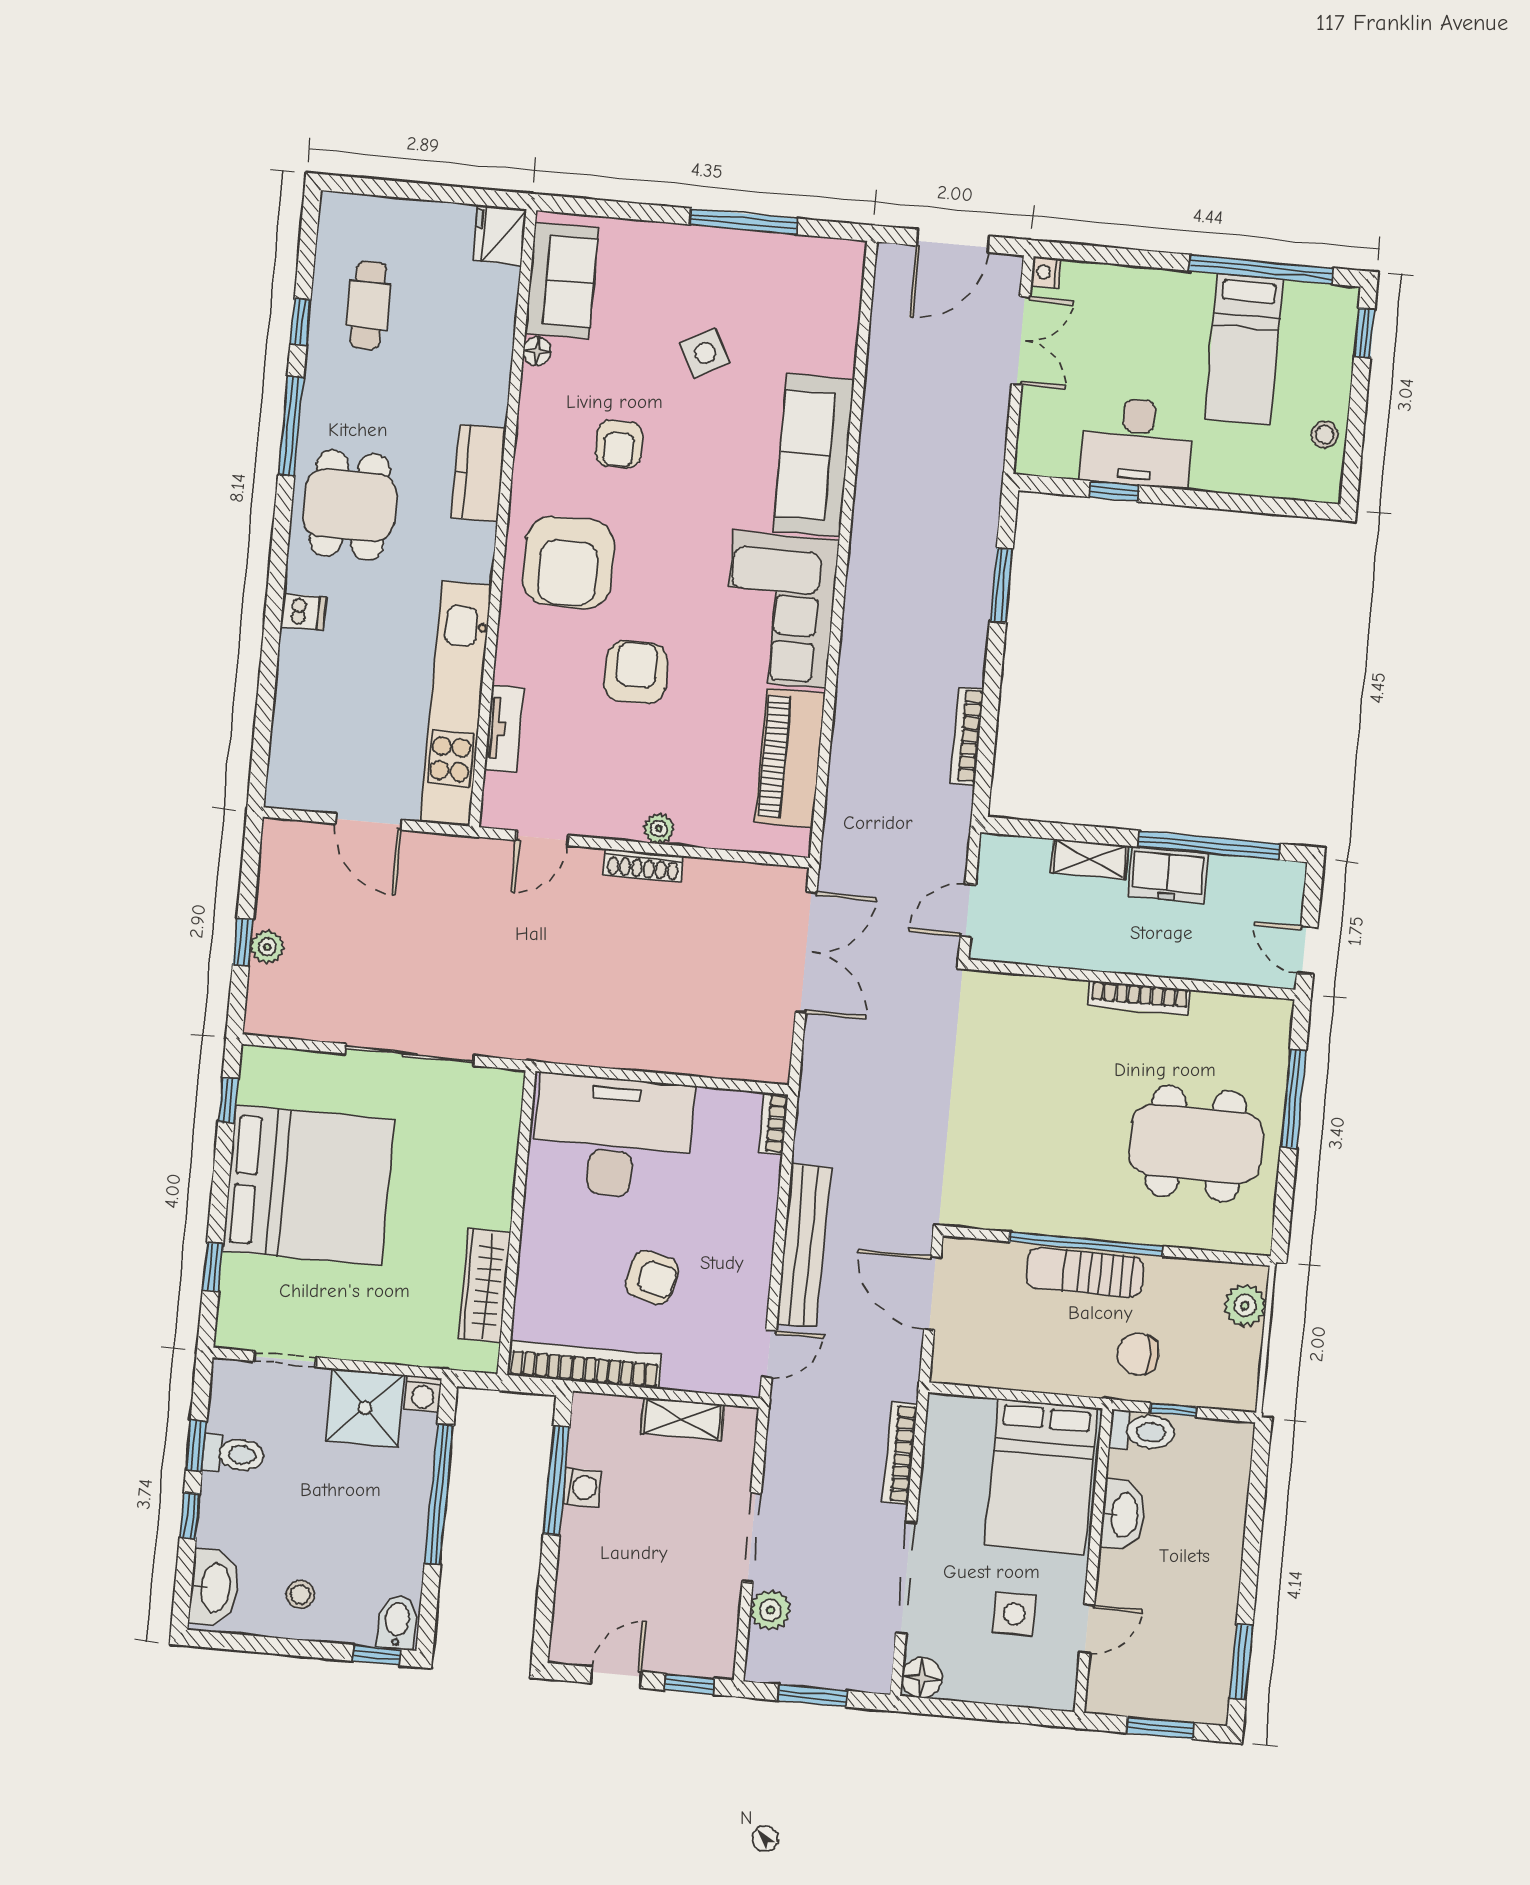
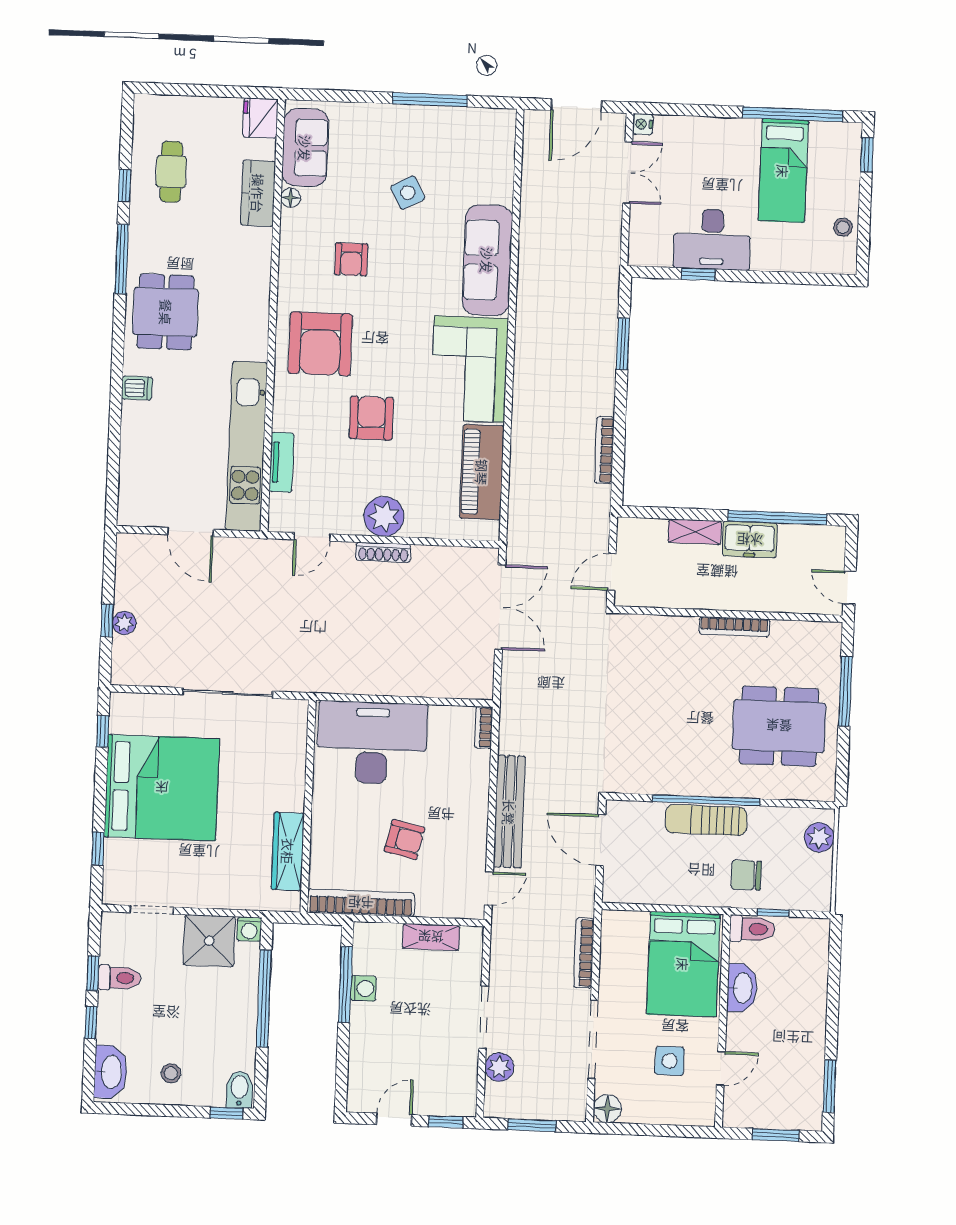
kitchen counter: (479, 473) -> (258, 193), moved
plant: (659, 829) -> (384, 516), width x1.88, depth x1.88

